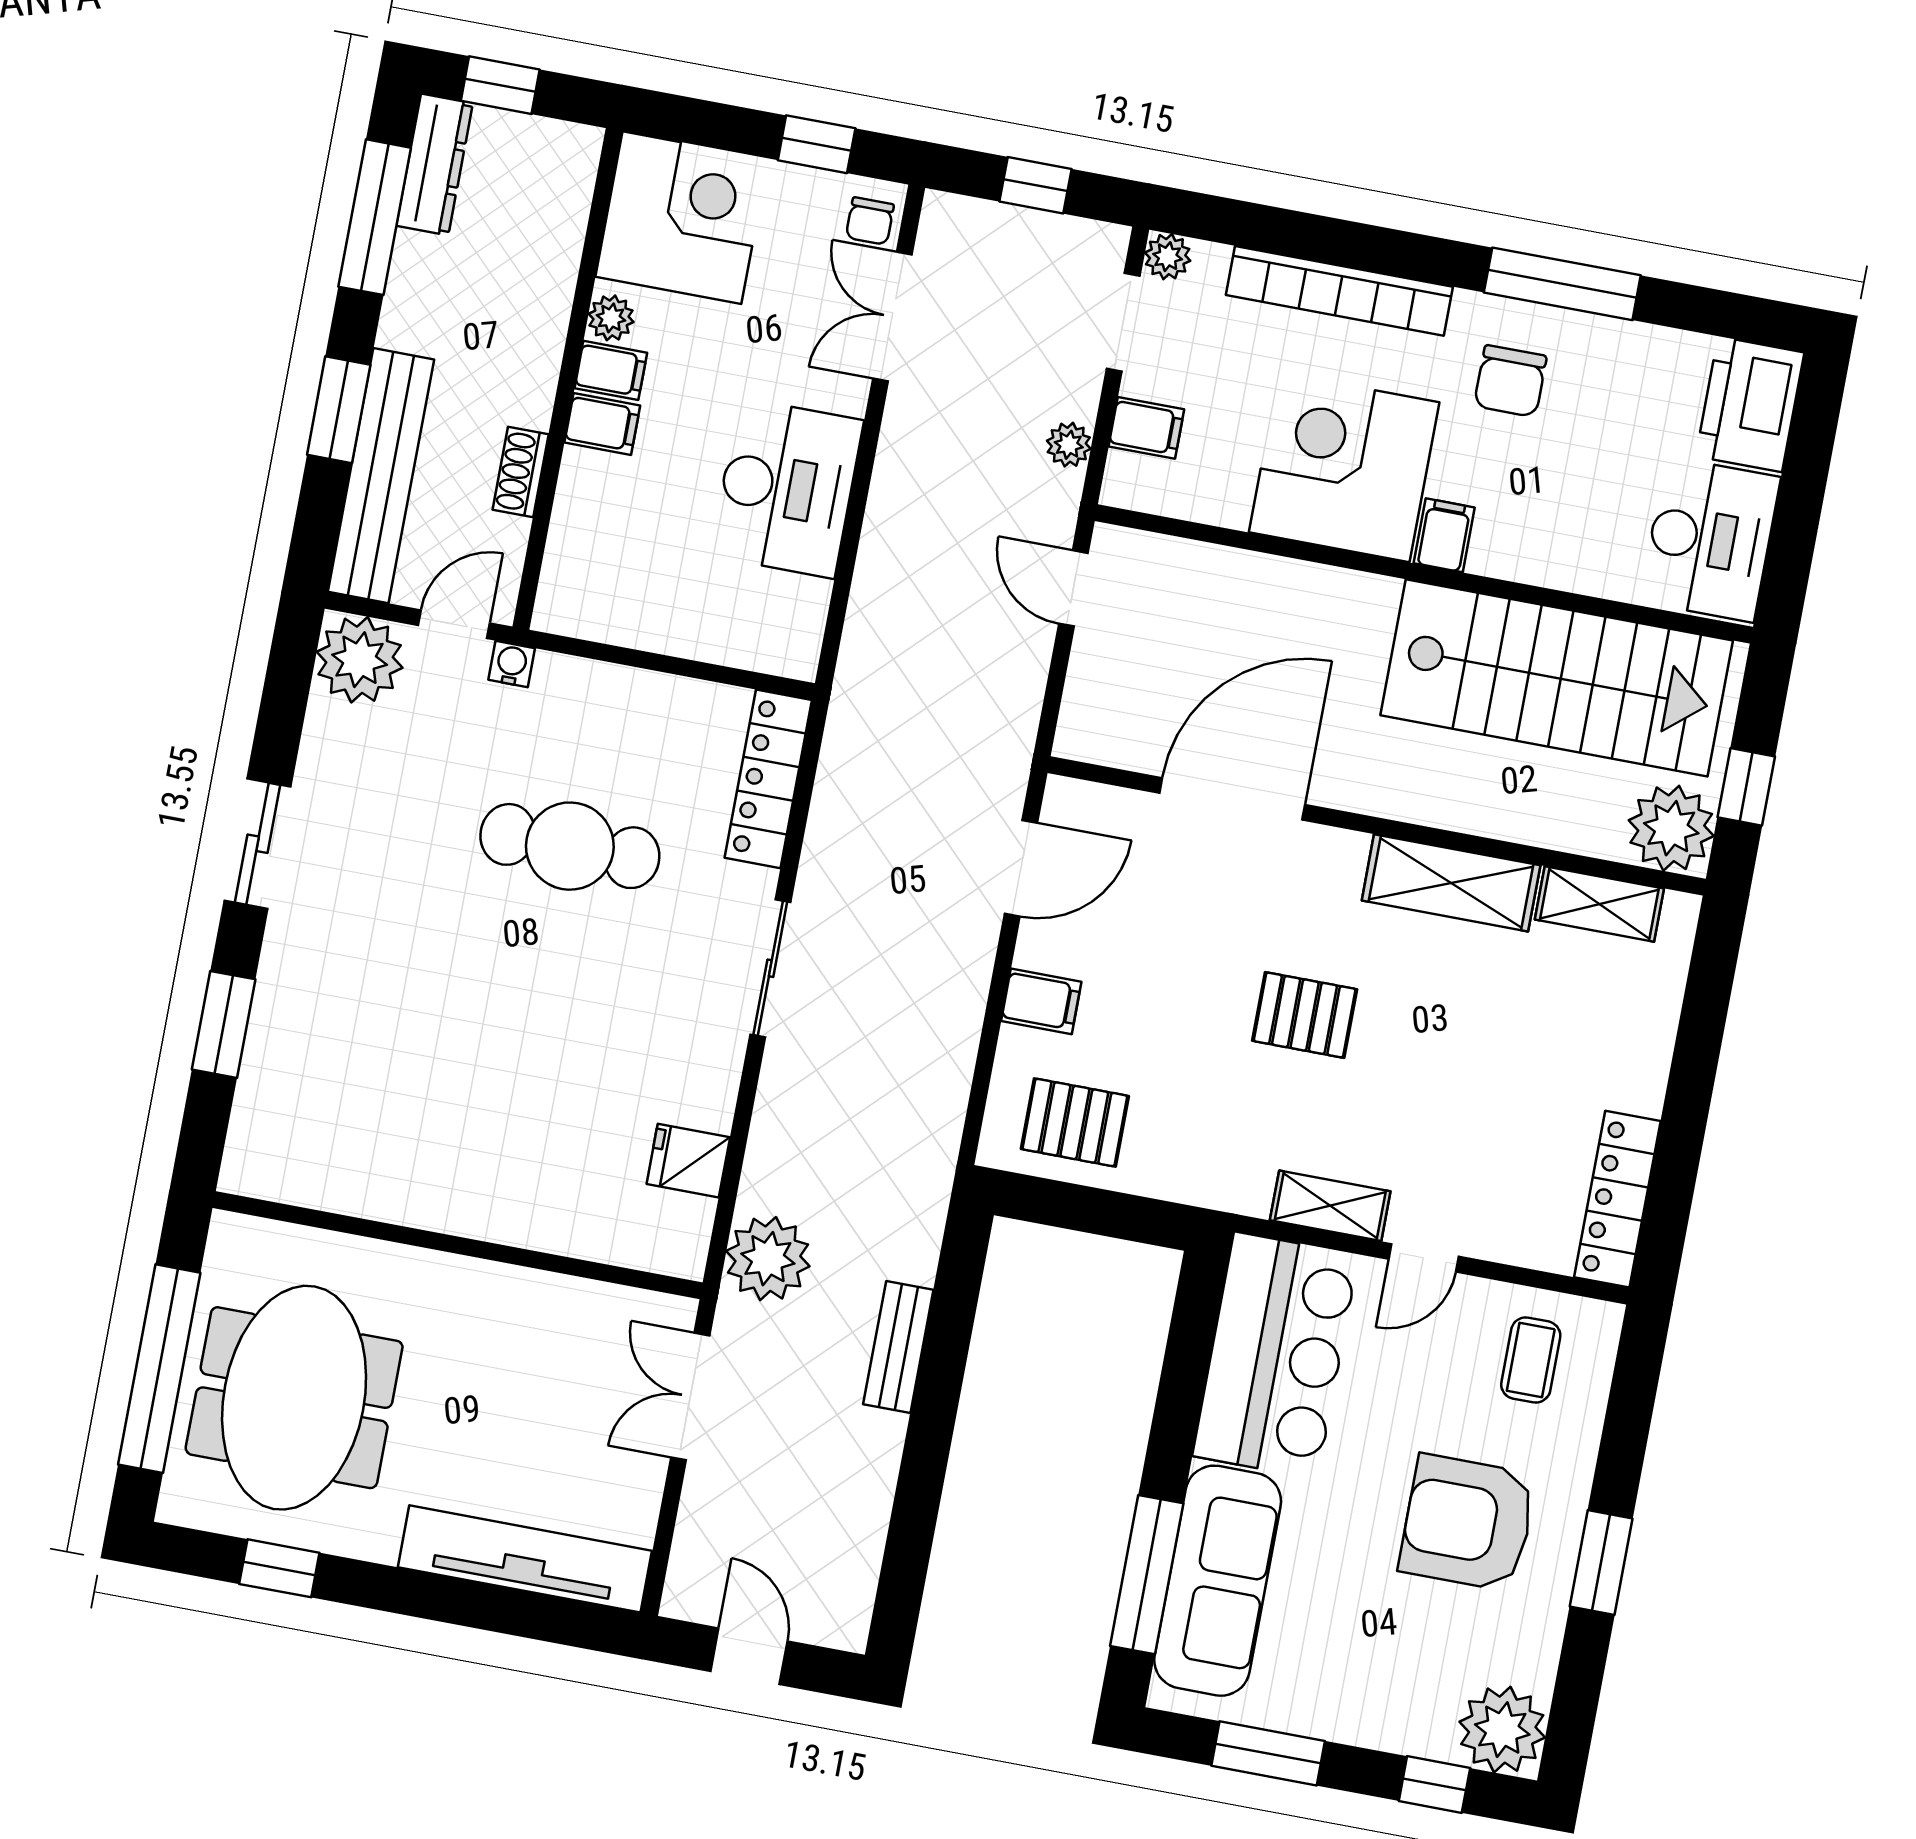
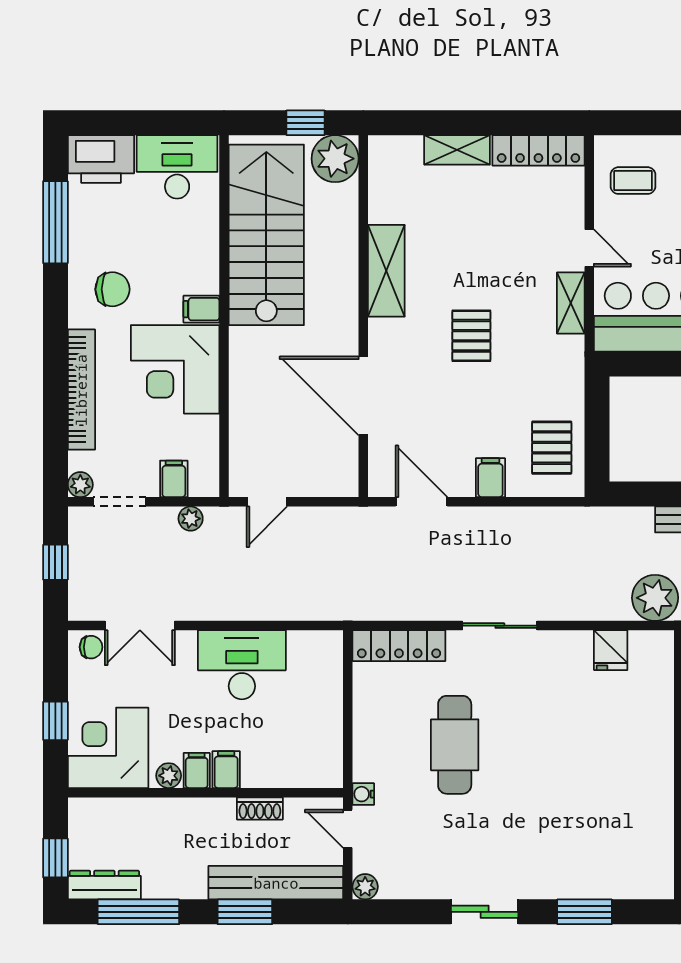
window: (817, 144) -> (55, 721), moved
window: (1562, 284) -> (55, 222), moved
plant: (360, 660) -> (365, 887), width x0.53, depth x0.53
shelving: (1599, 904) -> (457, 150), moved, turned 90

